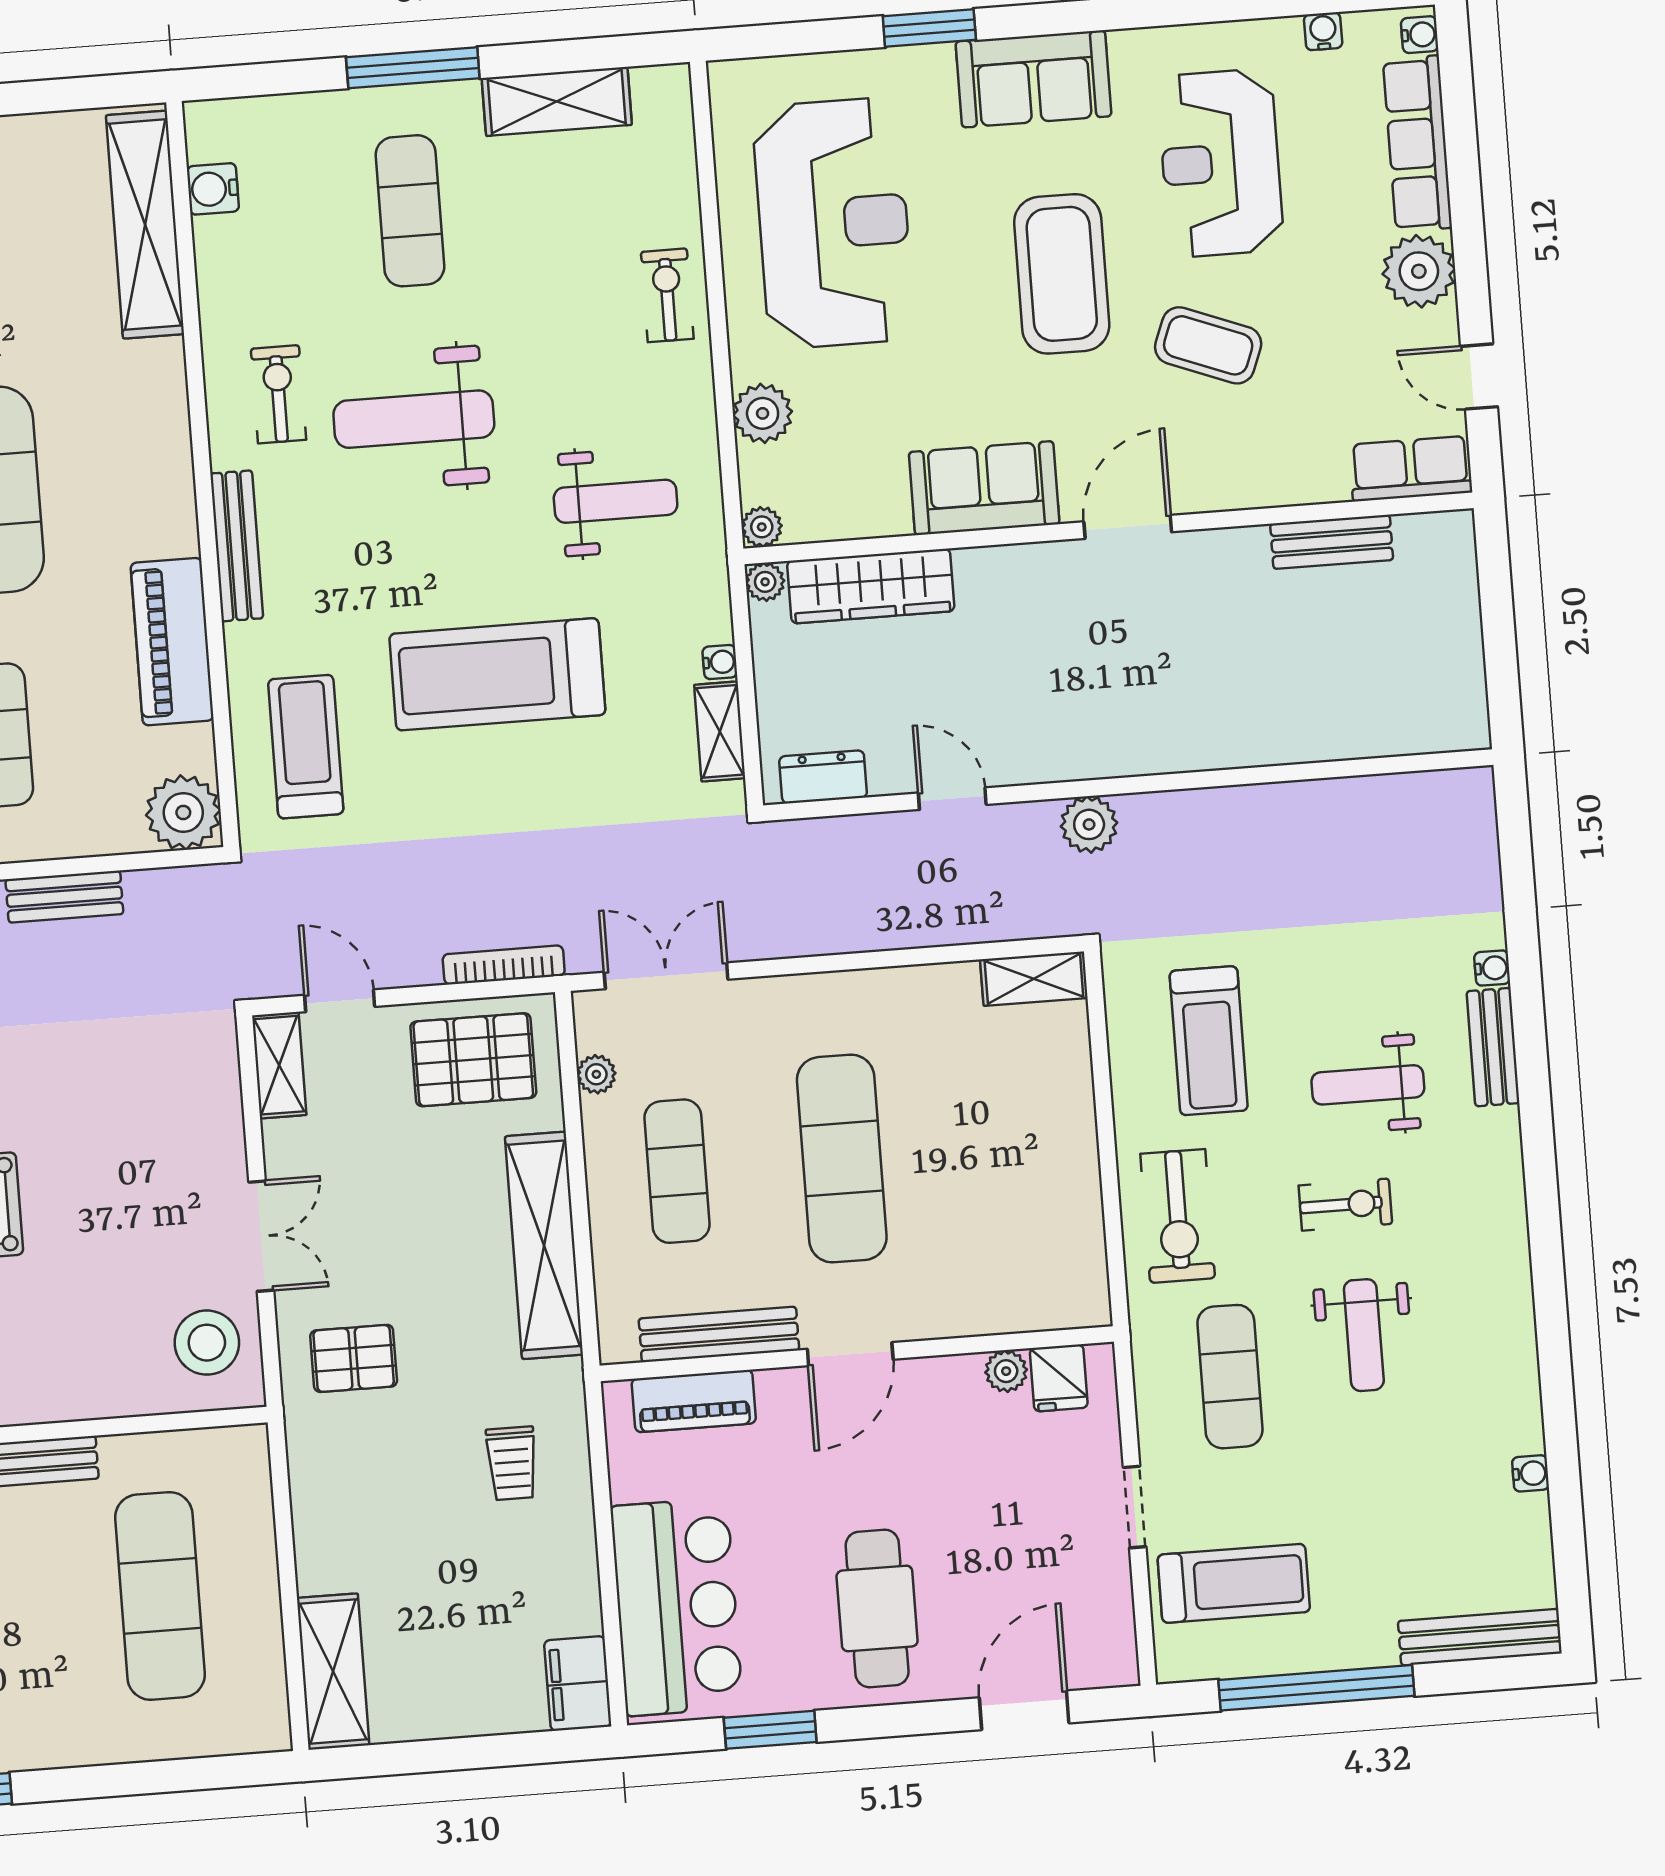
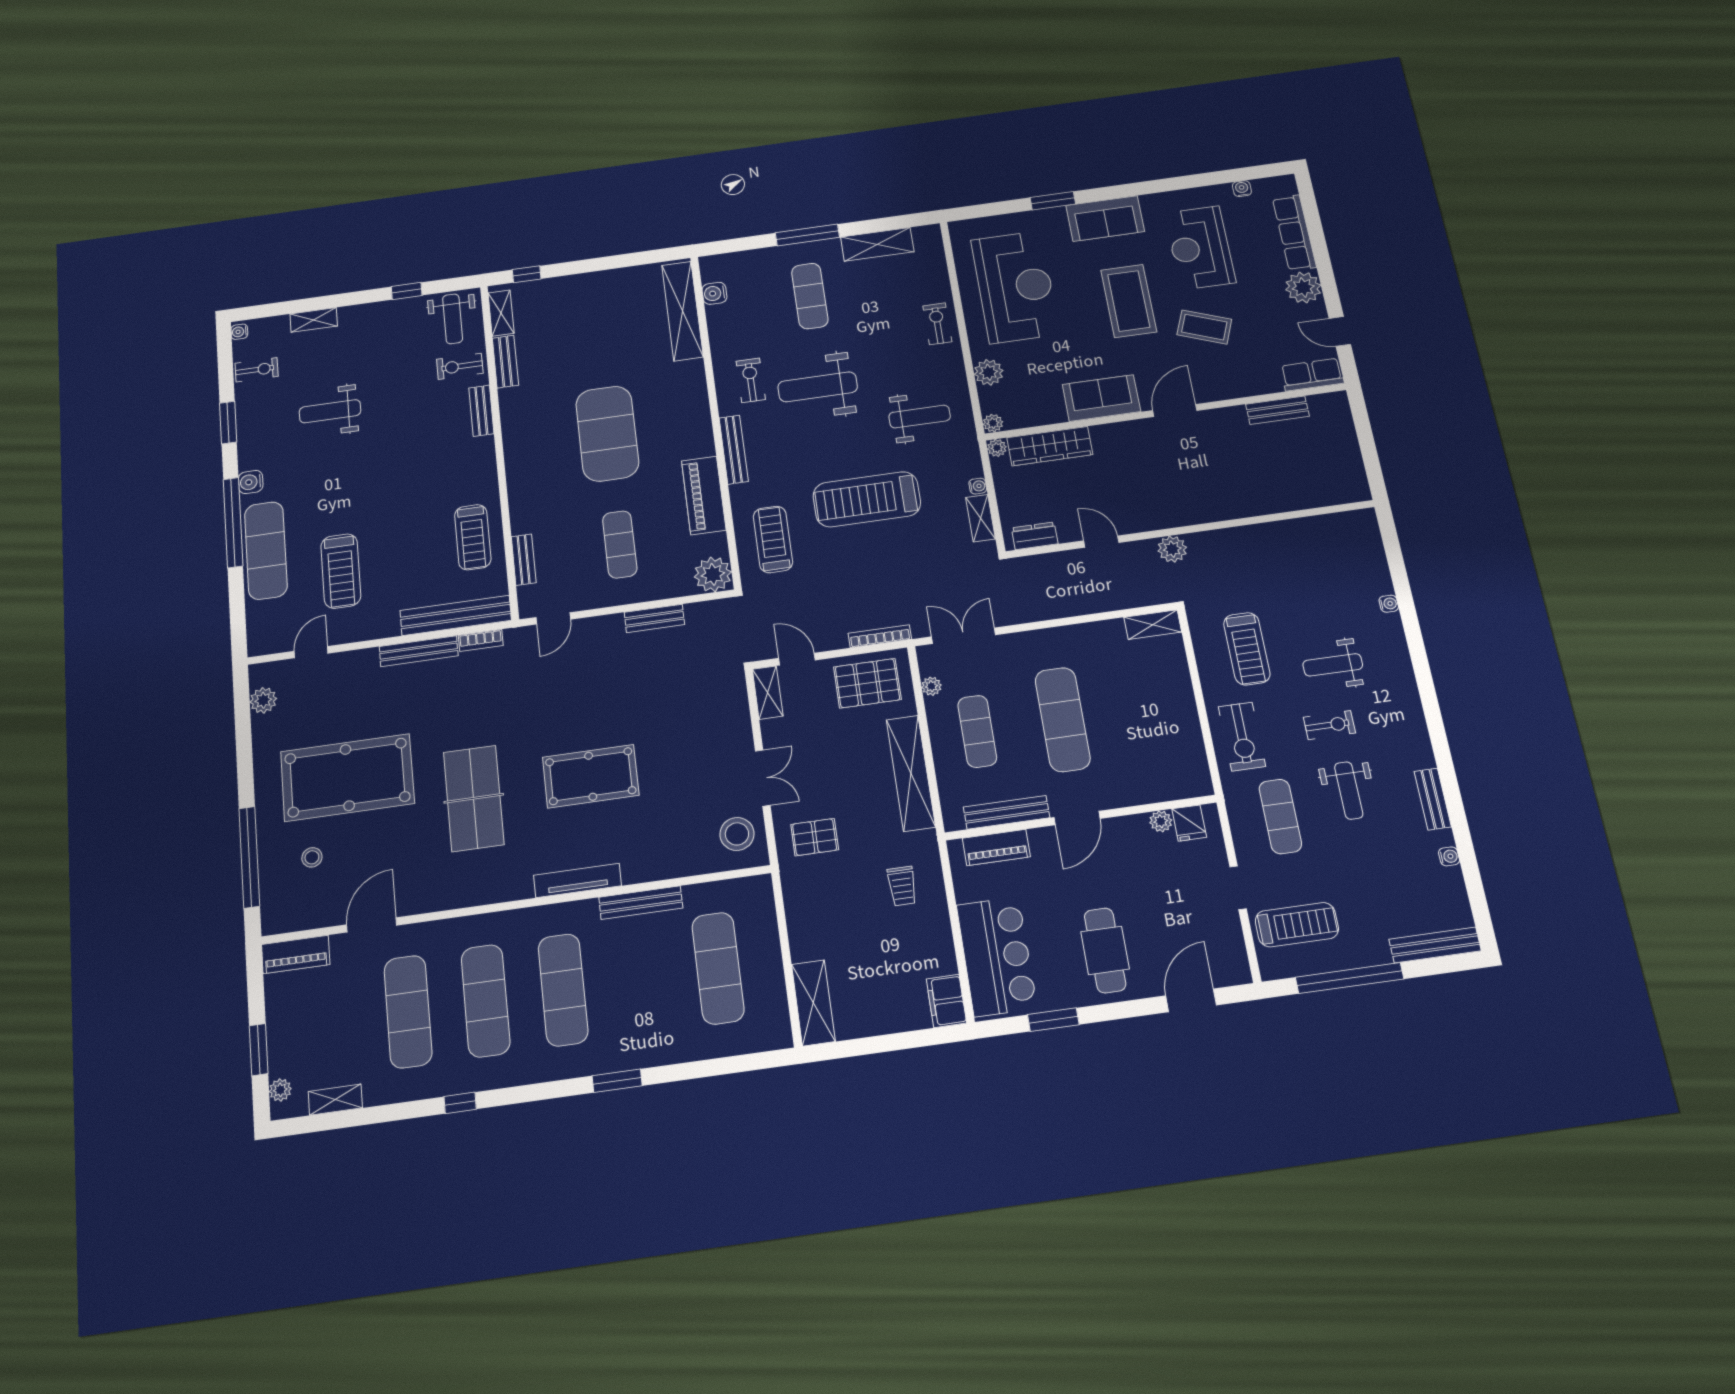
water cooler: (1420, 35) -> (1289, 187), removed
bench: (1493, 1047) -> (1433, 799), moved

